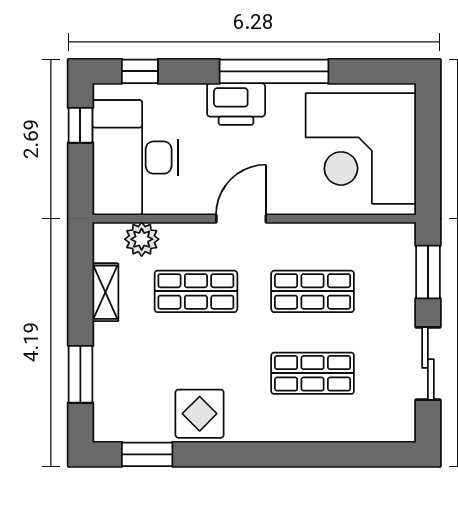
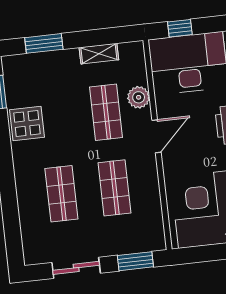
window: (80, 125) -> (180, 28), moved
door: (241, 219) -> (156, 136), hinge flipped
plant: (142, 239) -> (139, 97), moved

